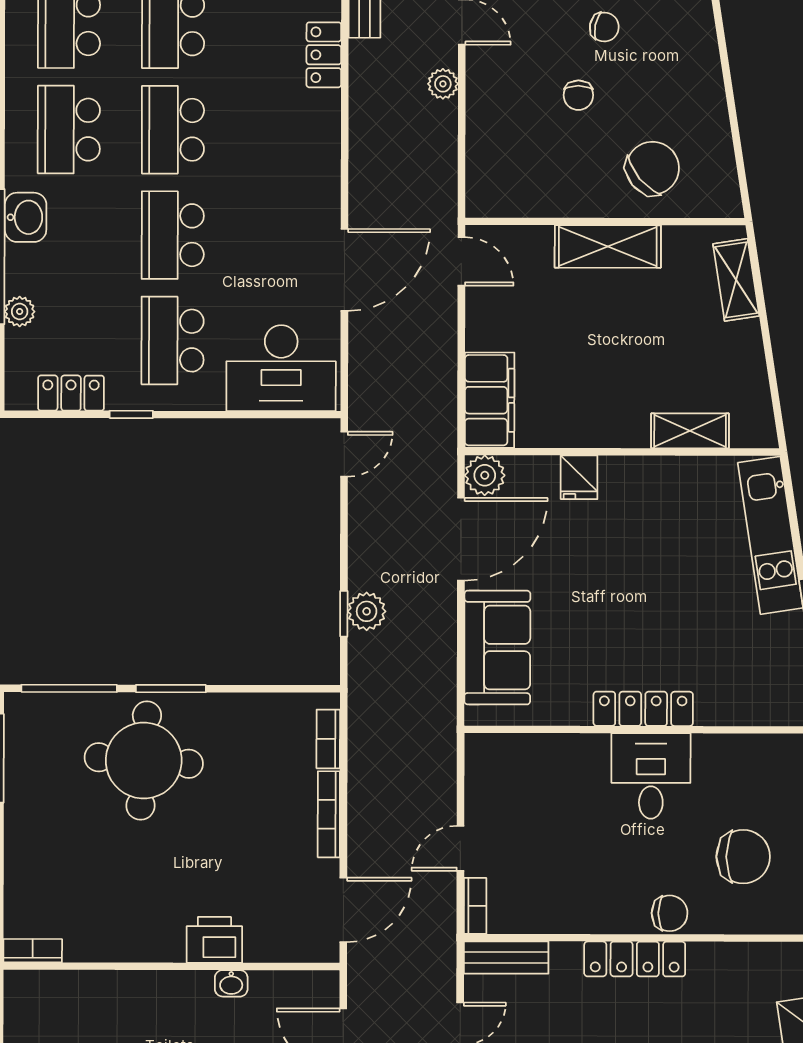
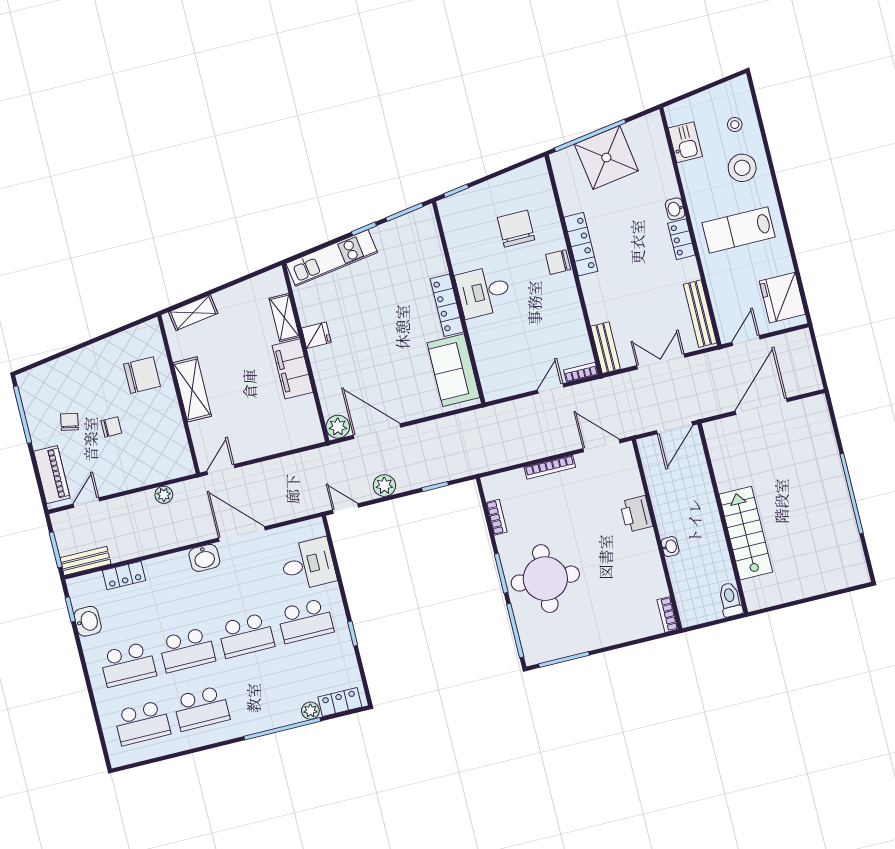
plant: (443, 84) -> (164, 495), moved
chair: (653, 168) -> (142, 375), turned 130
washbasin: (26, 217) -> (204, 558), moved, turned 180
desk: (281, 368) -> (308, 564), width x0.73
locker: (71, 393) -> (340, 702), moved, turned 90
filing cabinet: (490, 400) -> (293, 369), moved, turned -90
fridge: (579, 477) -> (316, 335), moved
plant: (367, 611) -> (384, 486), moved
sofa: (497, 647) -> (453, 370), moved, turned -90
bookcase: (328, 739) -> (497, 517), moved, turned -90
door: (460, 848) -> (551, 389), swing flipped
chair: (670, 913) -> (558, 262), turned -90
locker: (635, 959) -> (581, 244), moved
washbasin: (231, 983) -> (670, 547), moved

